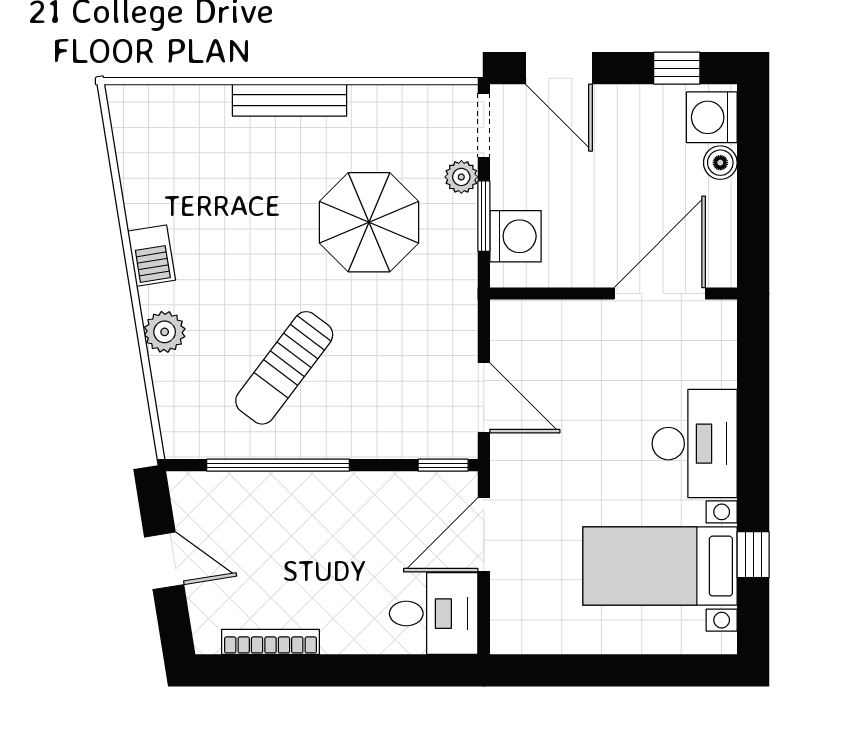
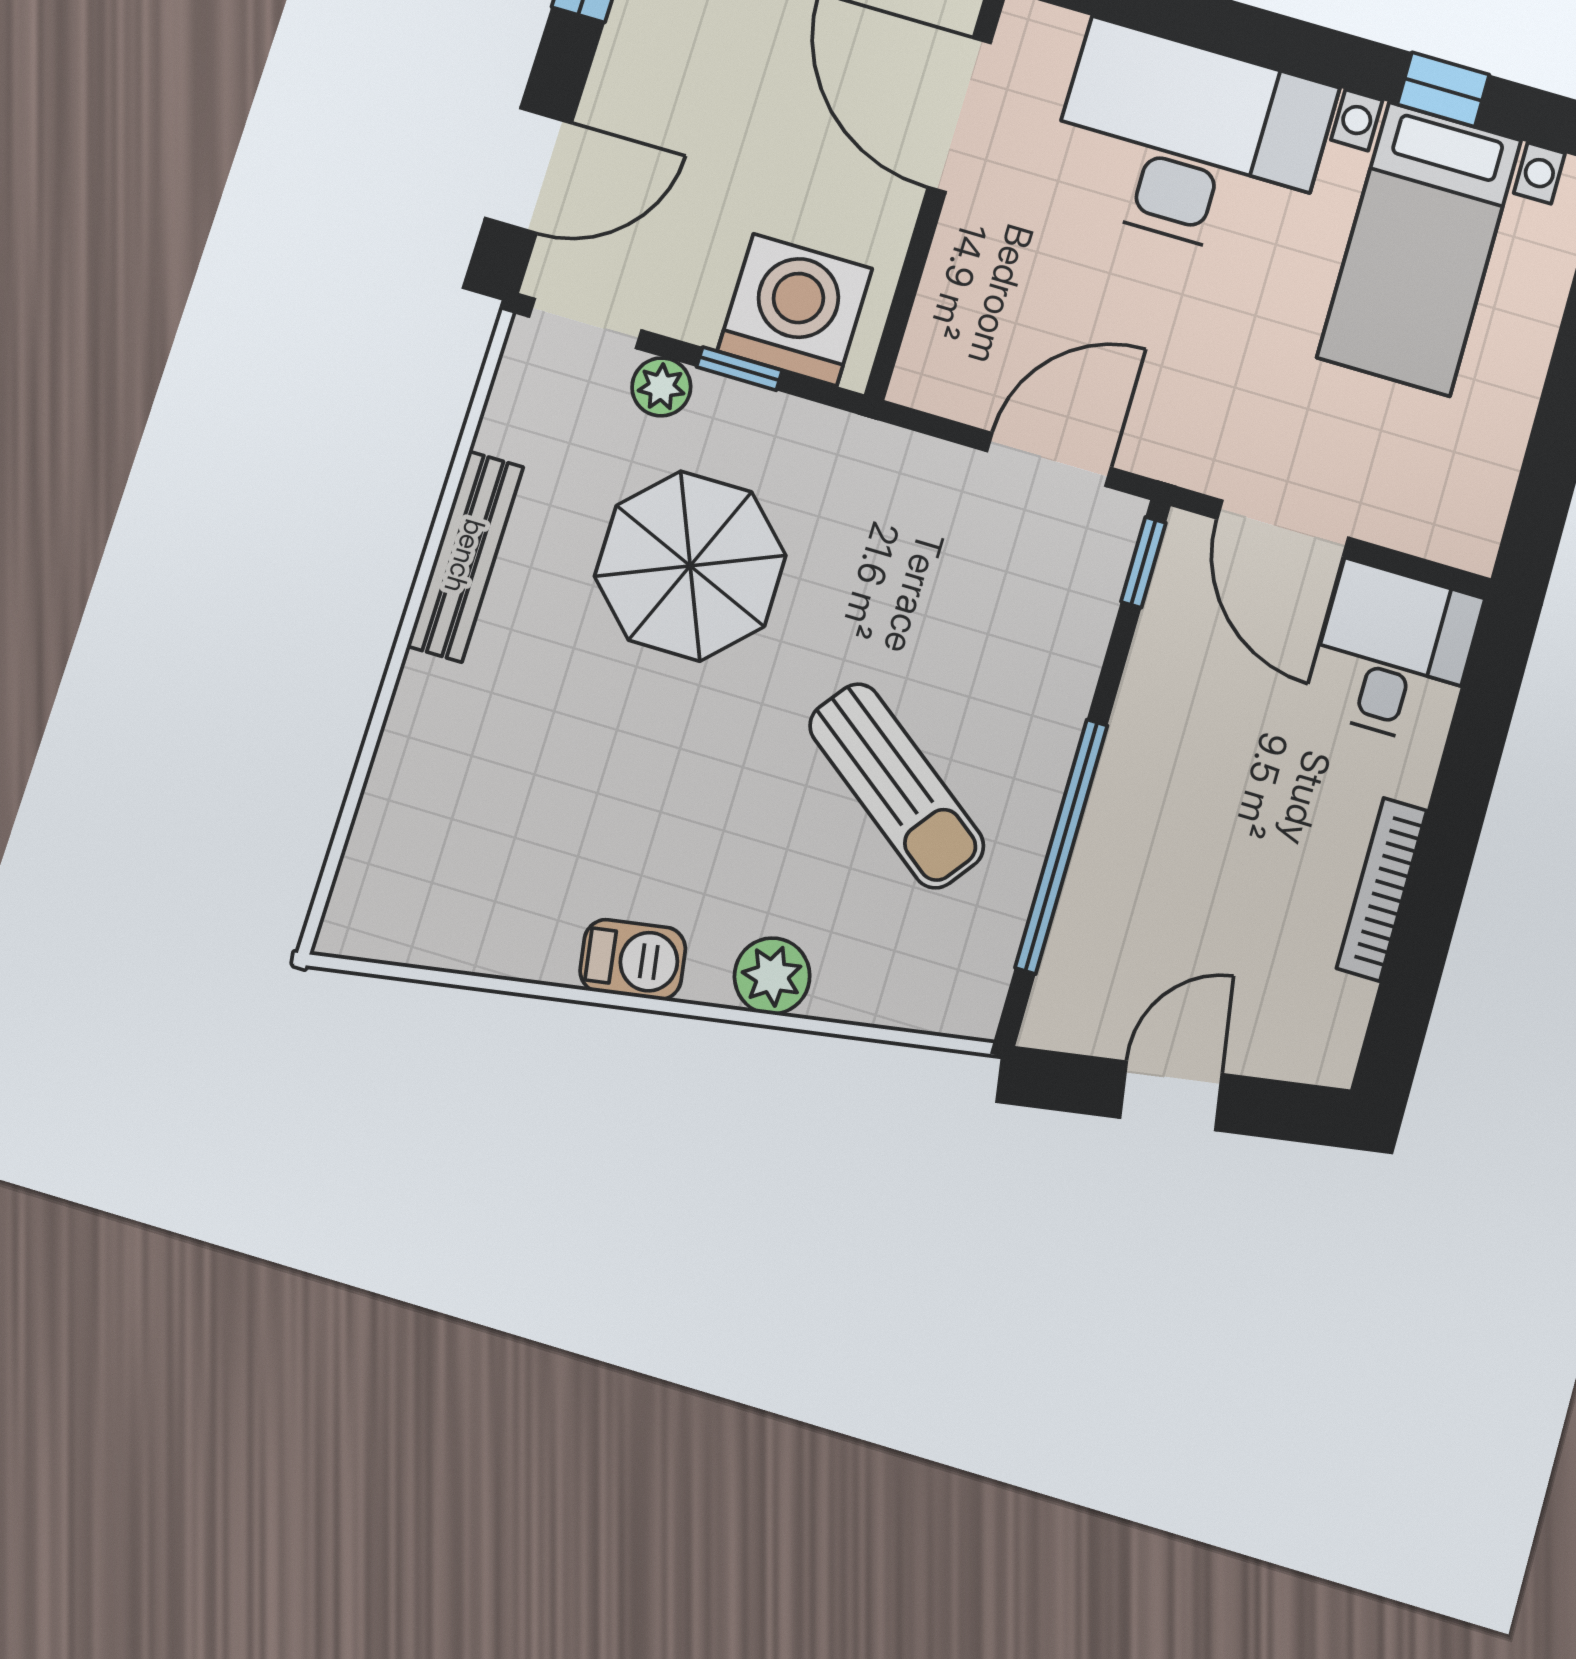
bench: (290, 100) -> (465, 556), moved
window: (484, 216) -> (739, 369), width x0.67
washing machine: (515, 236) -> (795, 310), width x1.37, depth x1.37
desk: (695, 444) -> (1190, 142), width x1.36, depth x1.30
bookcase: (270, 642) -> (1382, 889), moved

